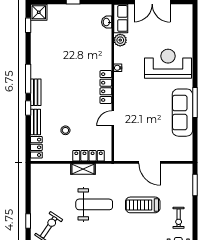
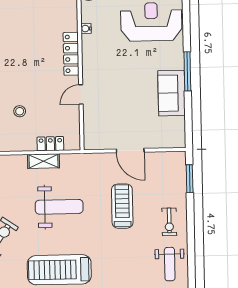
sofa: (182, 113) -> (171, 93), width x0.73
locker: (89, 156) -> (50, 144), width x0.66
treadmill: (143, 205) -> (122, 206), turned 90

